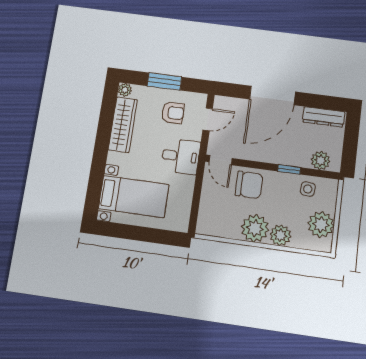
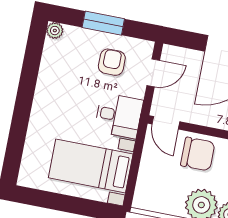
armchair: (173, 113) -> (112, 62), turned -90
wardrobe: (123, 125) -> (51, 73), removed
bed with nightstands: (134, 197) -> (91, 166), moved, turned 180

